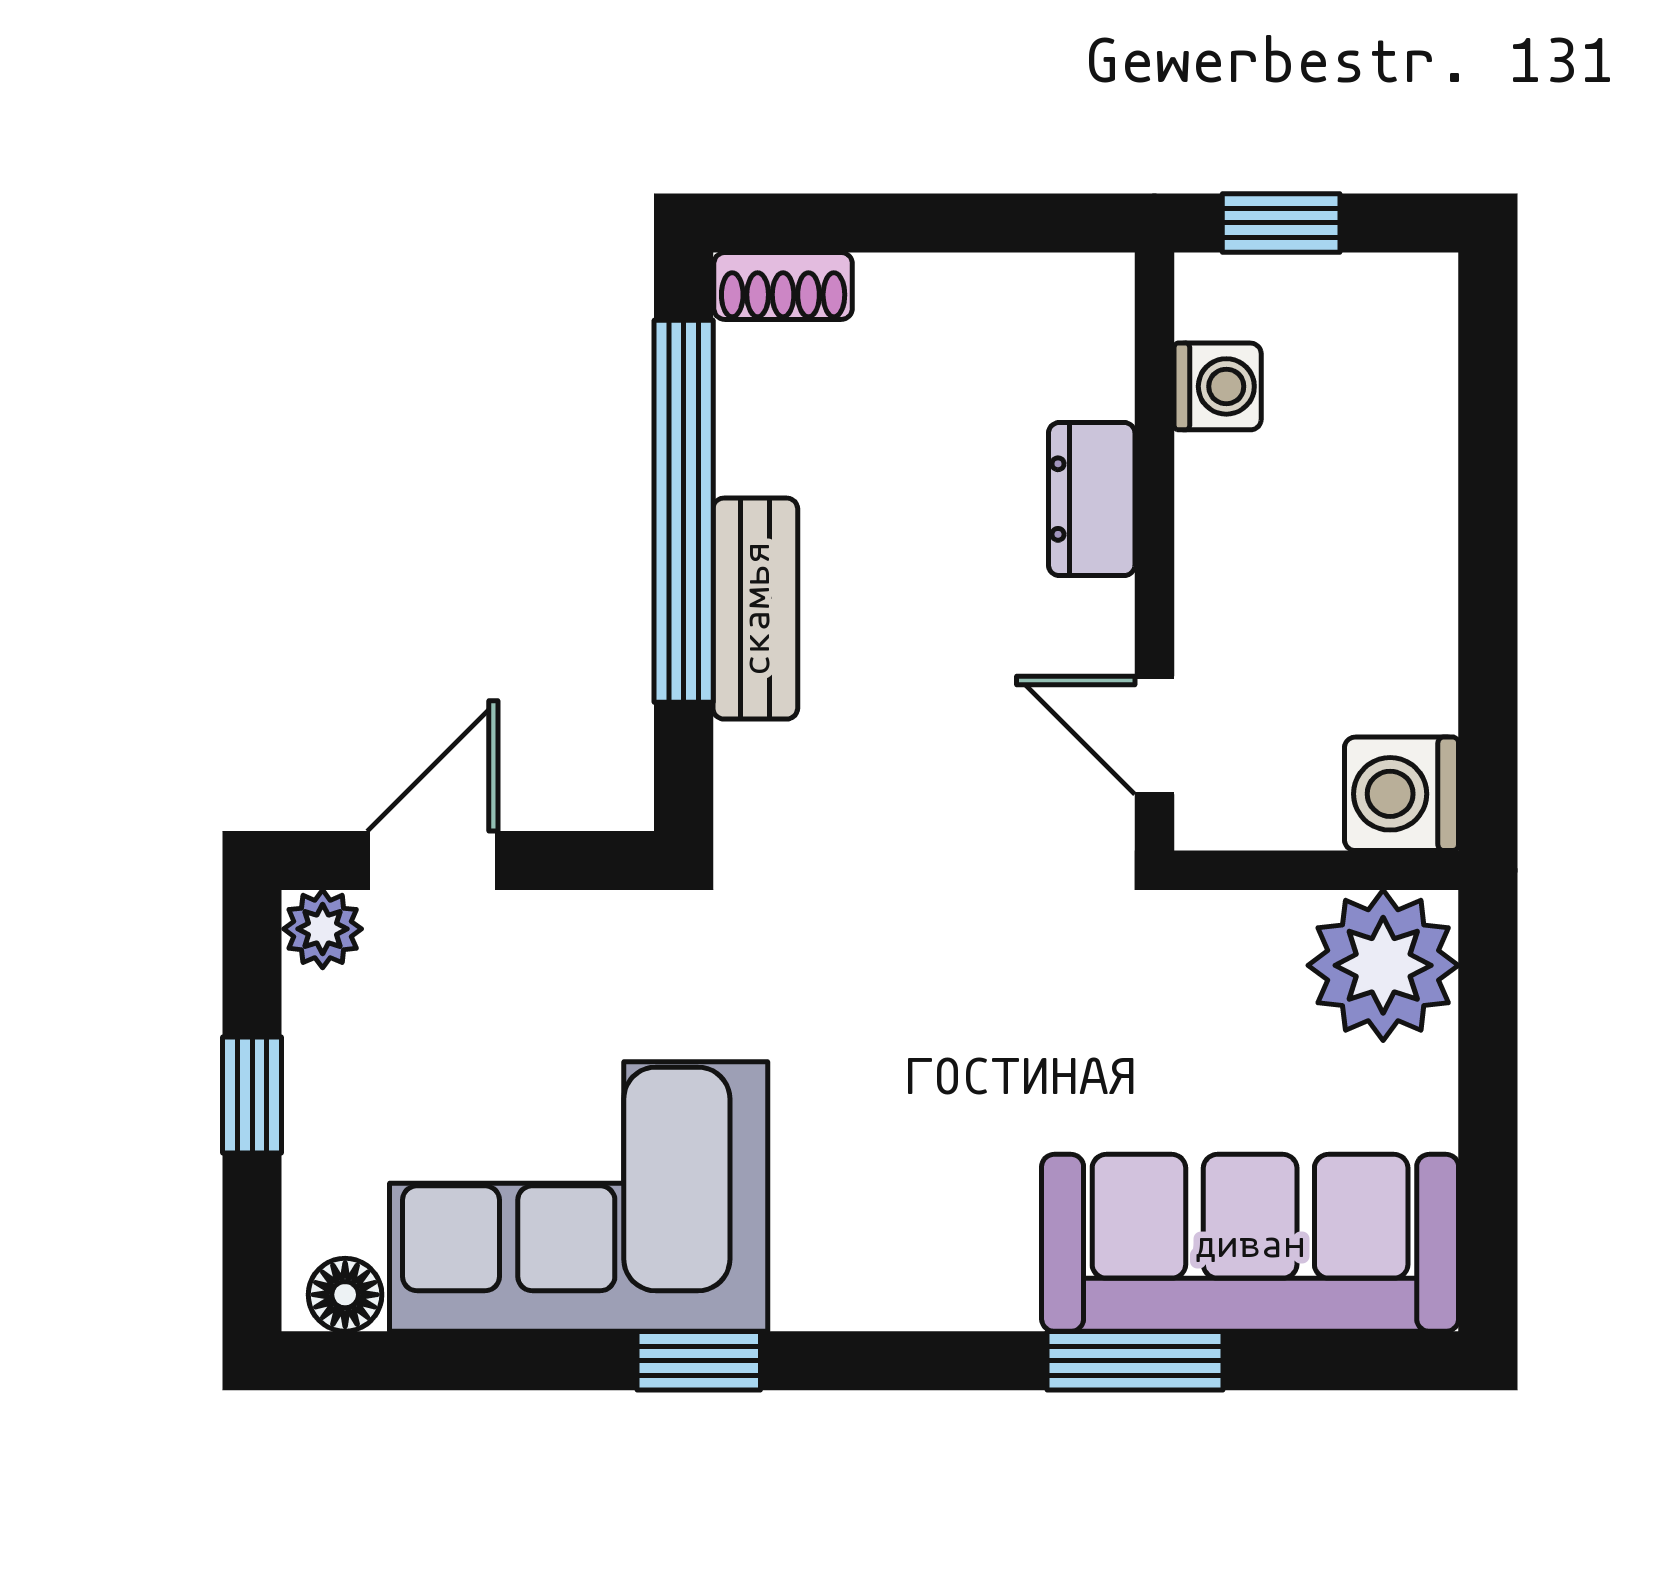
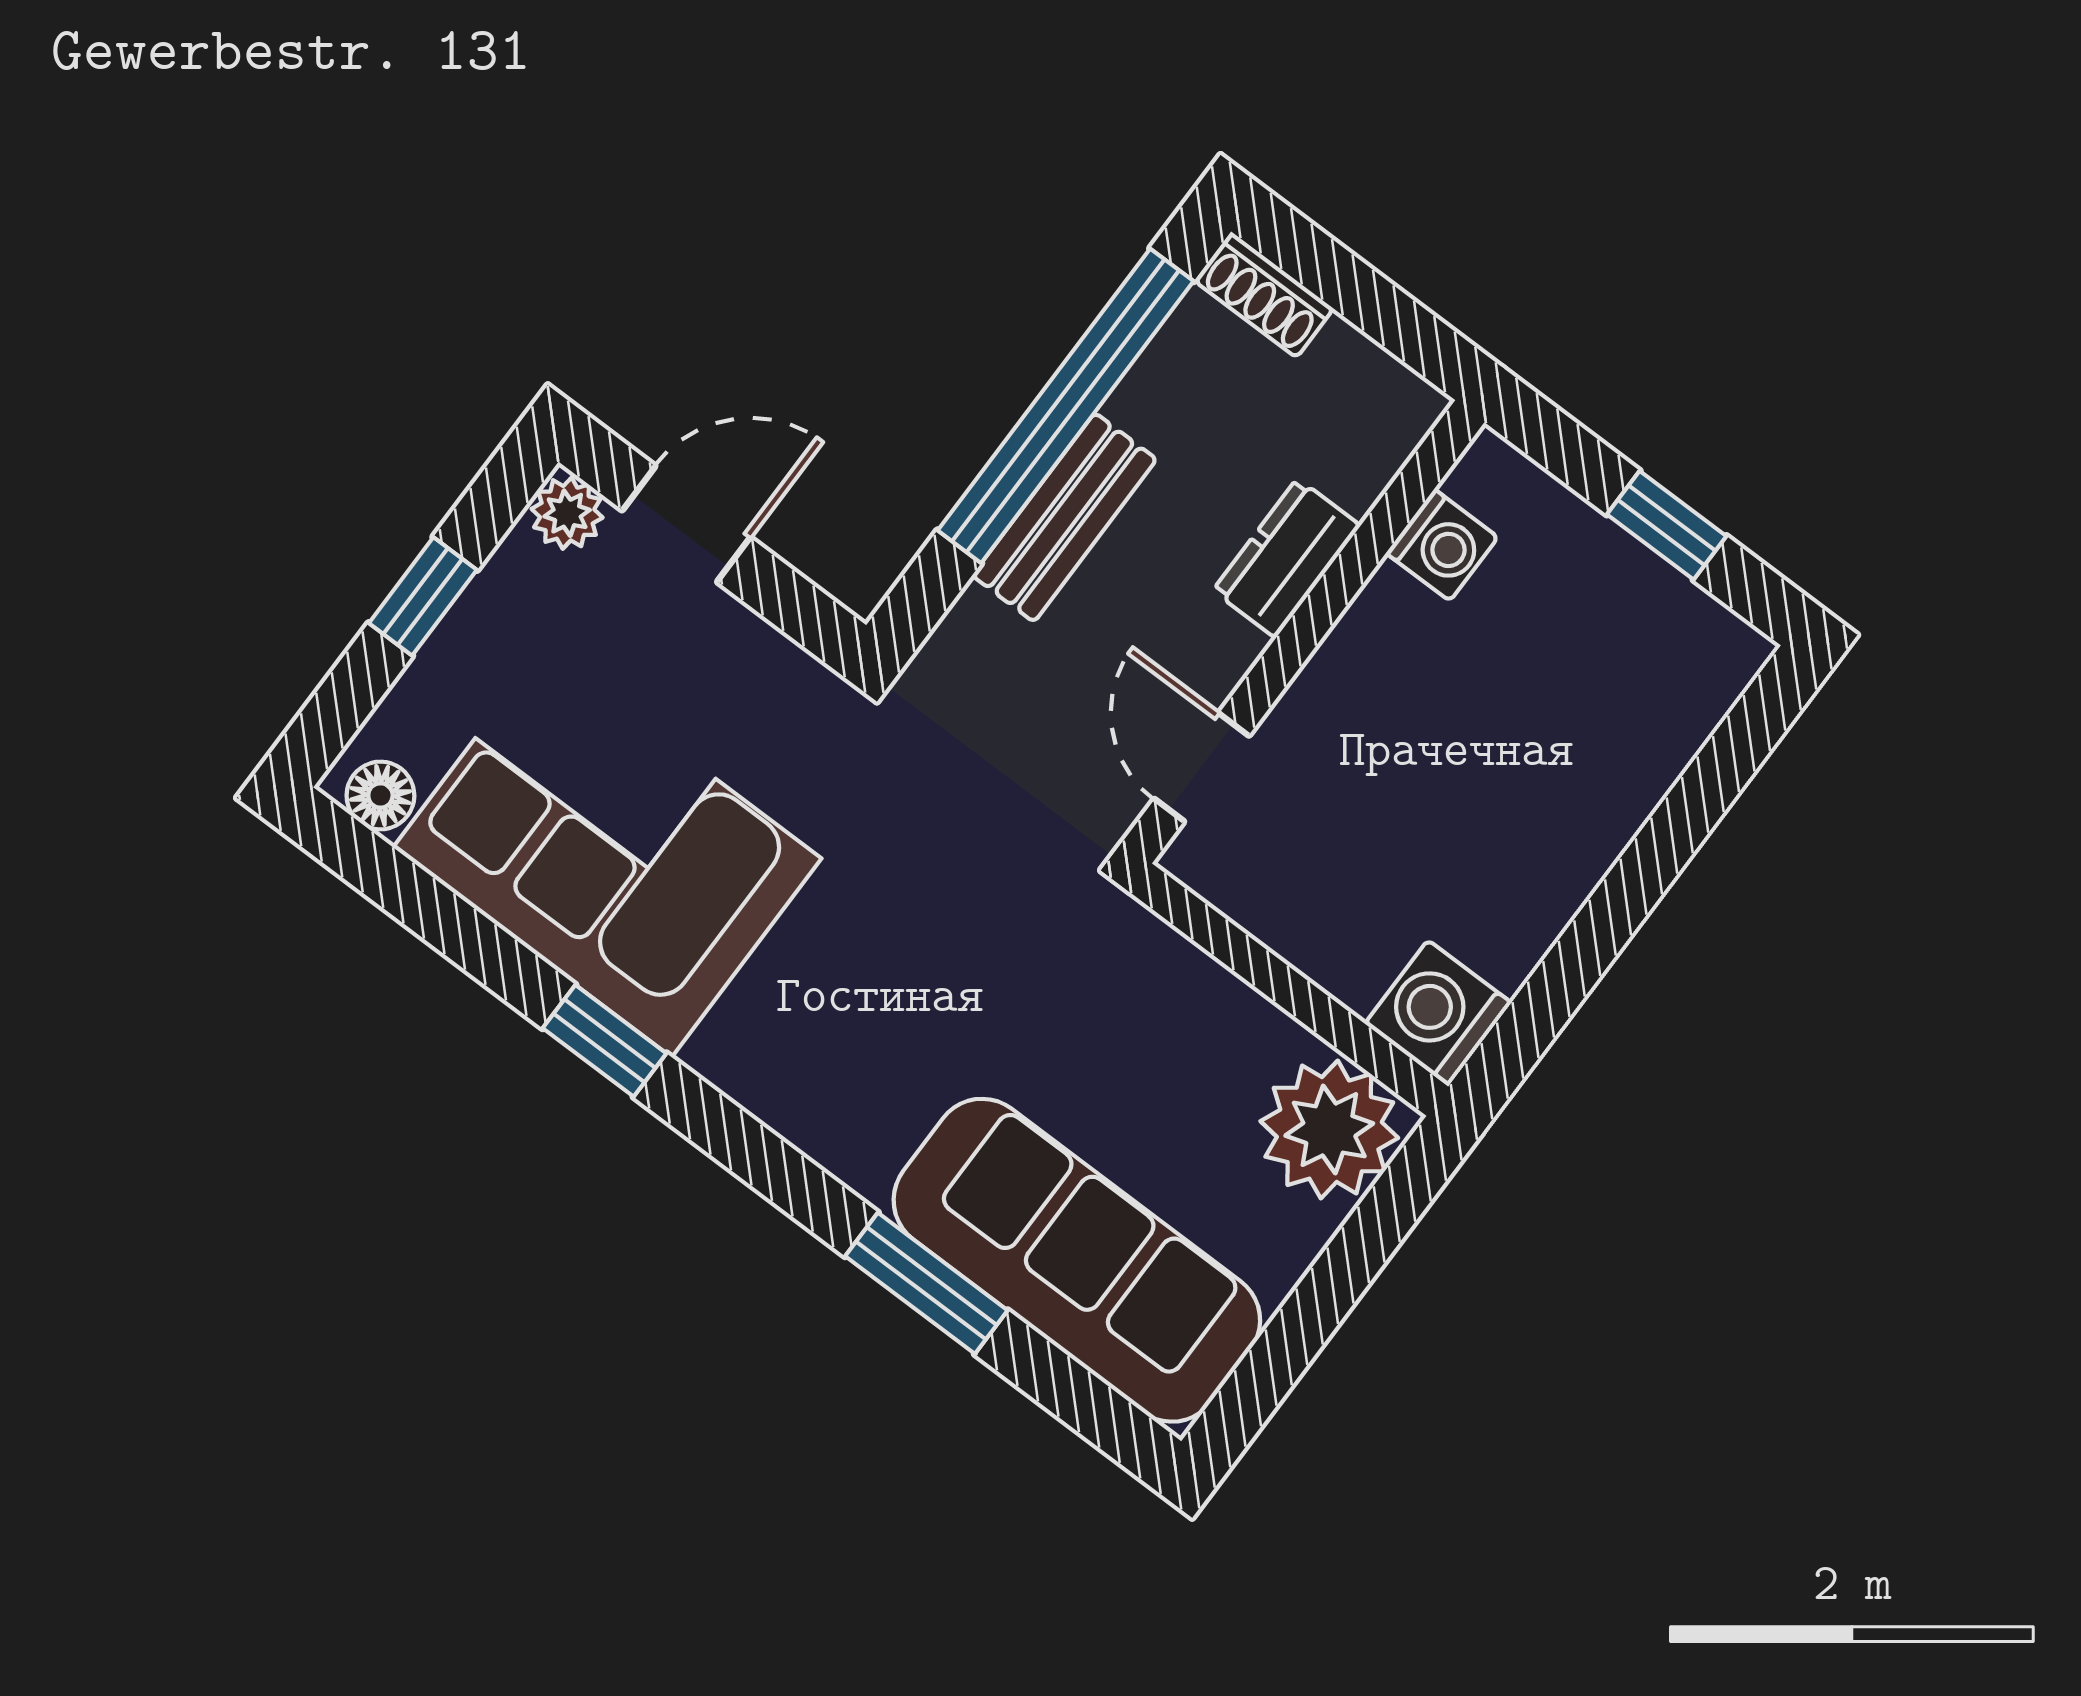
washing machine: (1218, 386) -> (1442, 545), moved
dresser: (1092, 499) -> (1287, 558), moved
wall: (1154, 552) -> (1304, 632), moved
door: (1154, 735) -> (1202, 767), moved

